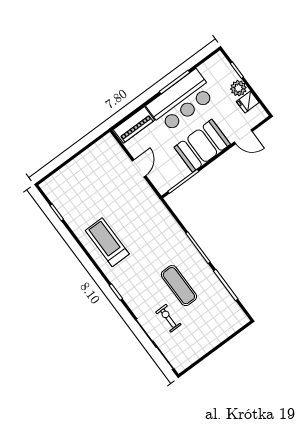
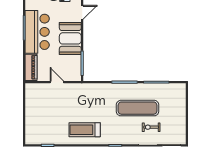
exercise mat: (179, 286) -> (138, 108), width x1.36, depth x1.45

